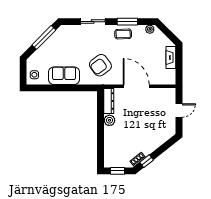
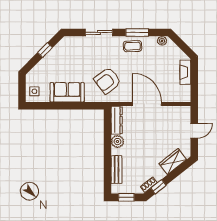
window: (44, 37) -> (45, 50), width x0.46
wardrobe: (160, 138) -> (173, 162), added
bench: (109, 146) -> (117, 169), added

